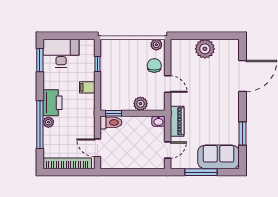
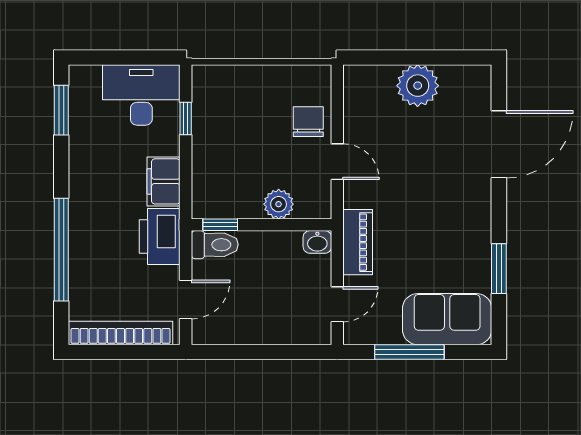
plant: (156, 45) -> (313, 77), removed
desk: (61, 53) -> (141, 95), moved
filing cabinet: (87, 87) -> (164, 181), width x2.00
printer: (53, 103) -> (160, 237), moved, turned 180
plant: (48, 122) -> (80, 244), removed
door: (97, 148) -> (186, 299), swing flipped

